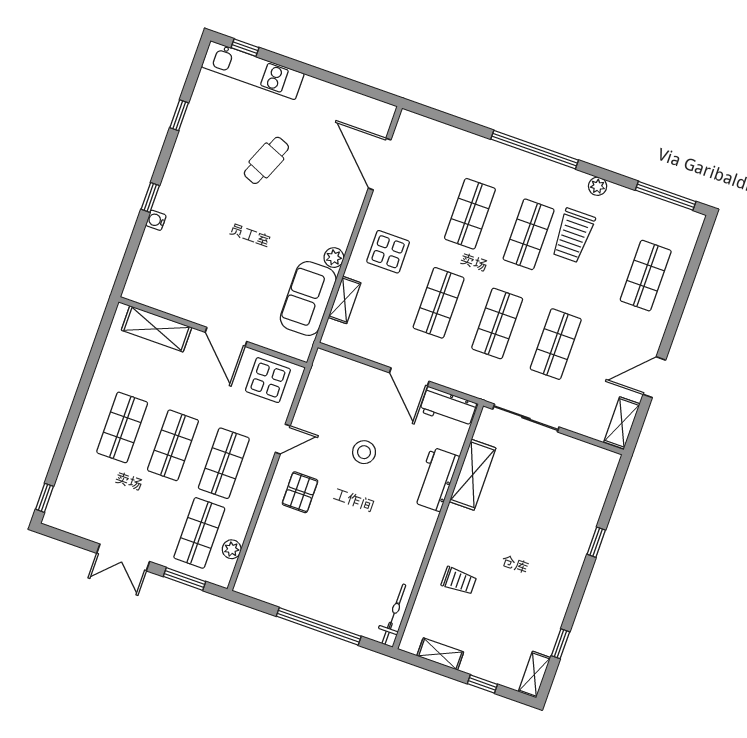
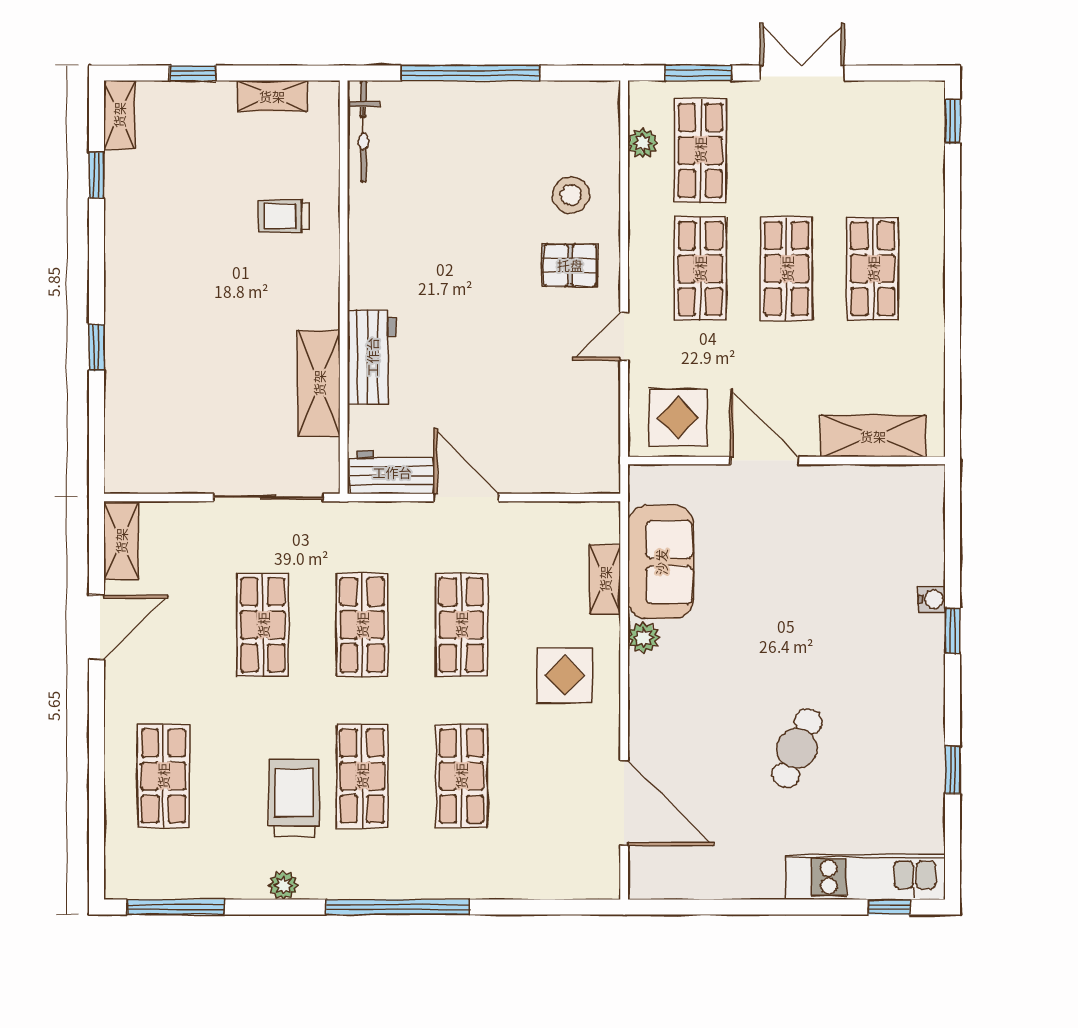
stool: (364, 452) -> (571, 195), moved
pallet: (300, 492) -> (570, 265), turned 90

